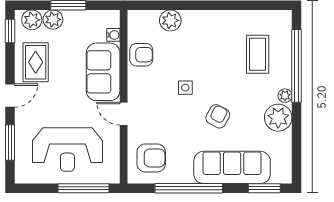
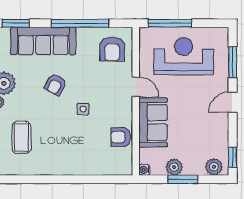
plant: (53, 20) -> (174, 167), moved
plant: (170, 20) -> (96, 166), removed
water cooler: (113, 35) -> (144, 170), moved
rug: (36, 62) -> (211, 131), removed
armchair: (151, 158) -> (112, 49), turned -90

